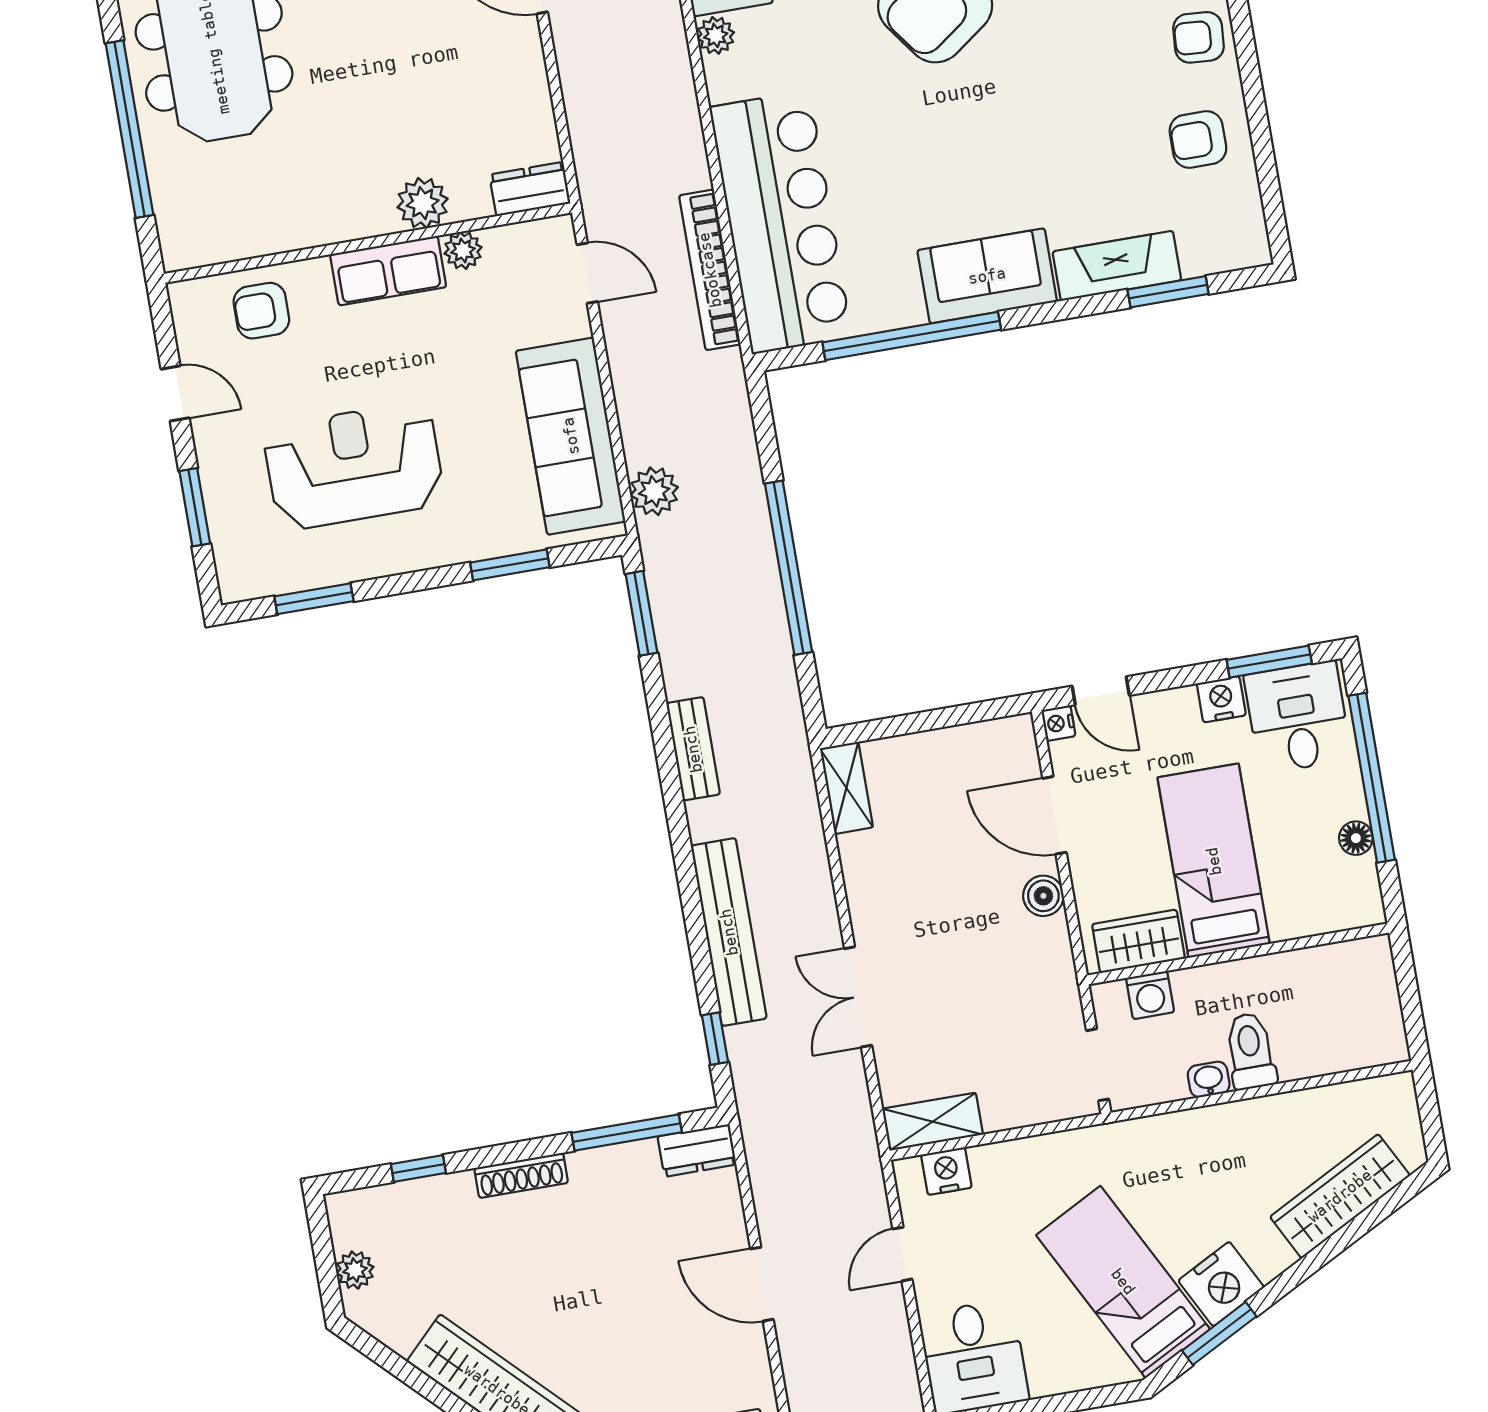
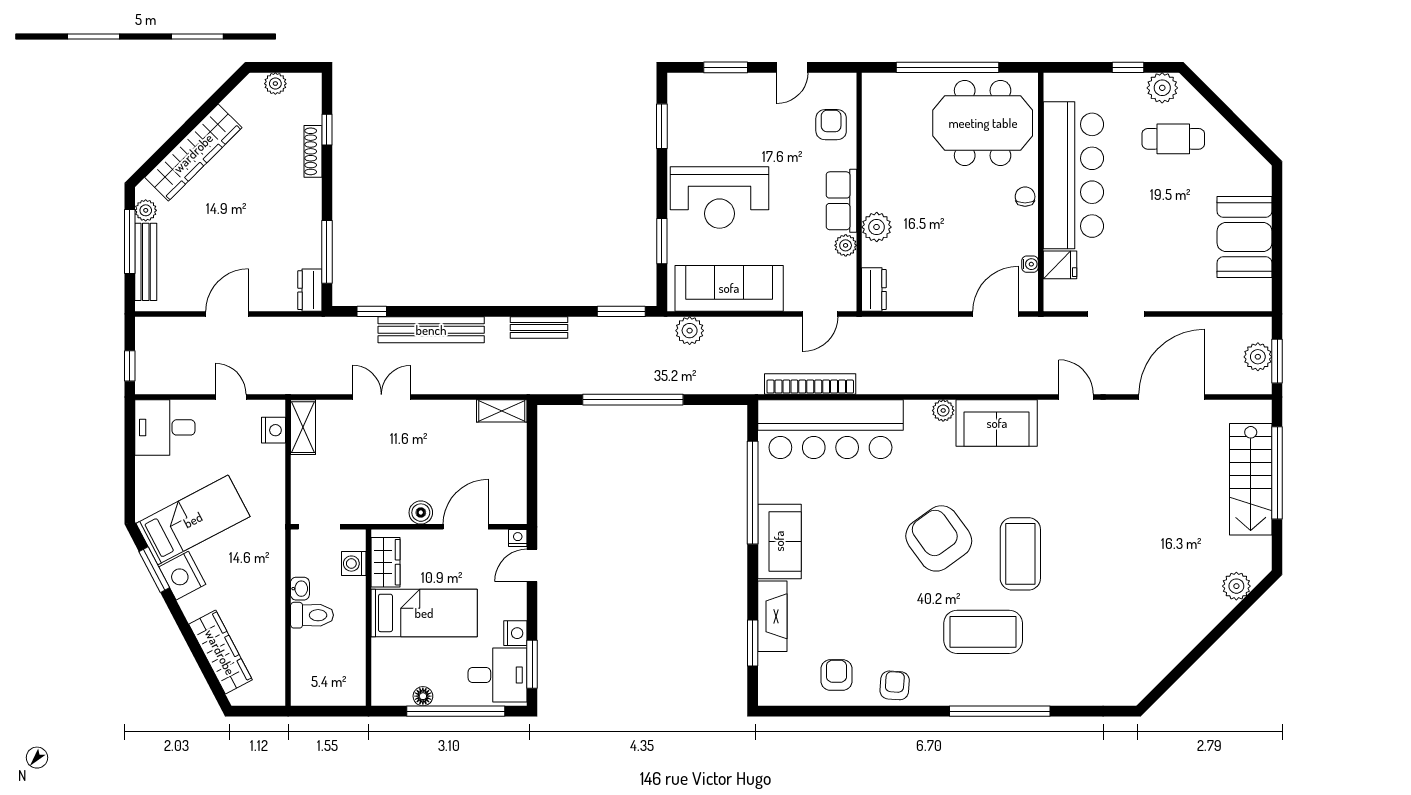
reception desk: (354, 466) -> (720, 198), moved, turned 90
shoe rack: (521, 1175) -> (313, 151), moved

